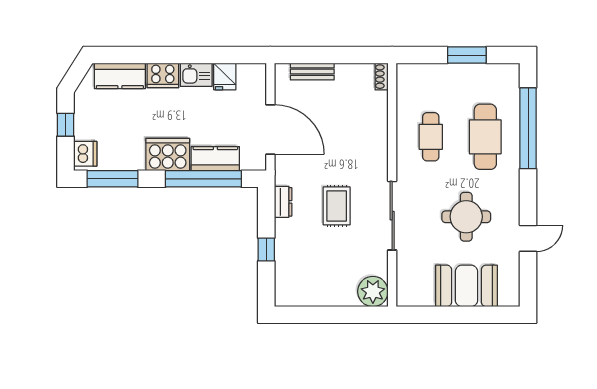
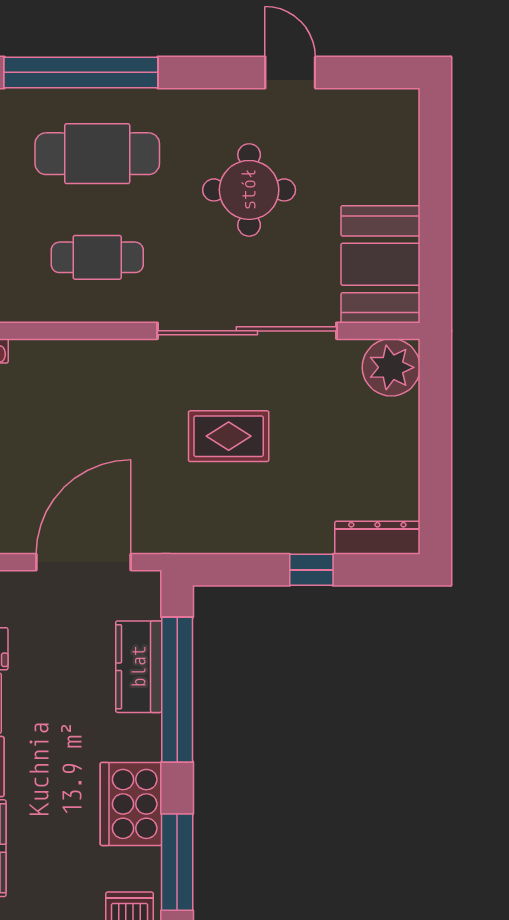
cooker: (168, 155) -> (131, 804), moved
dresser: (283, 202) -> (377, 538), moved, width x1.44
sliding door: (392, 216) -> (247, 331), width x1.36
booth: (466, 286) -> (381, 264), moved

